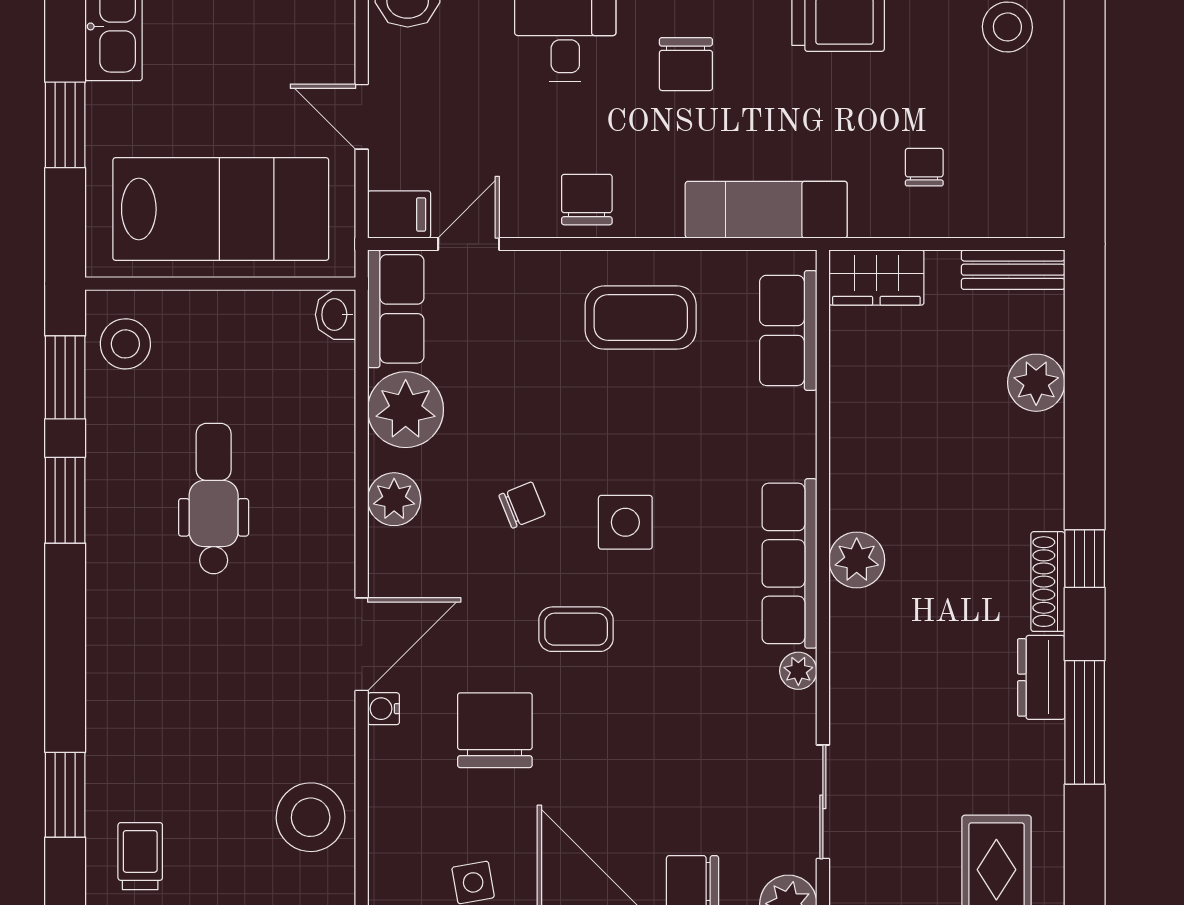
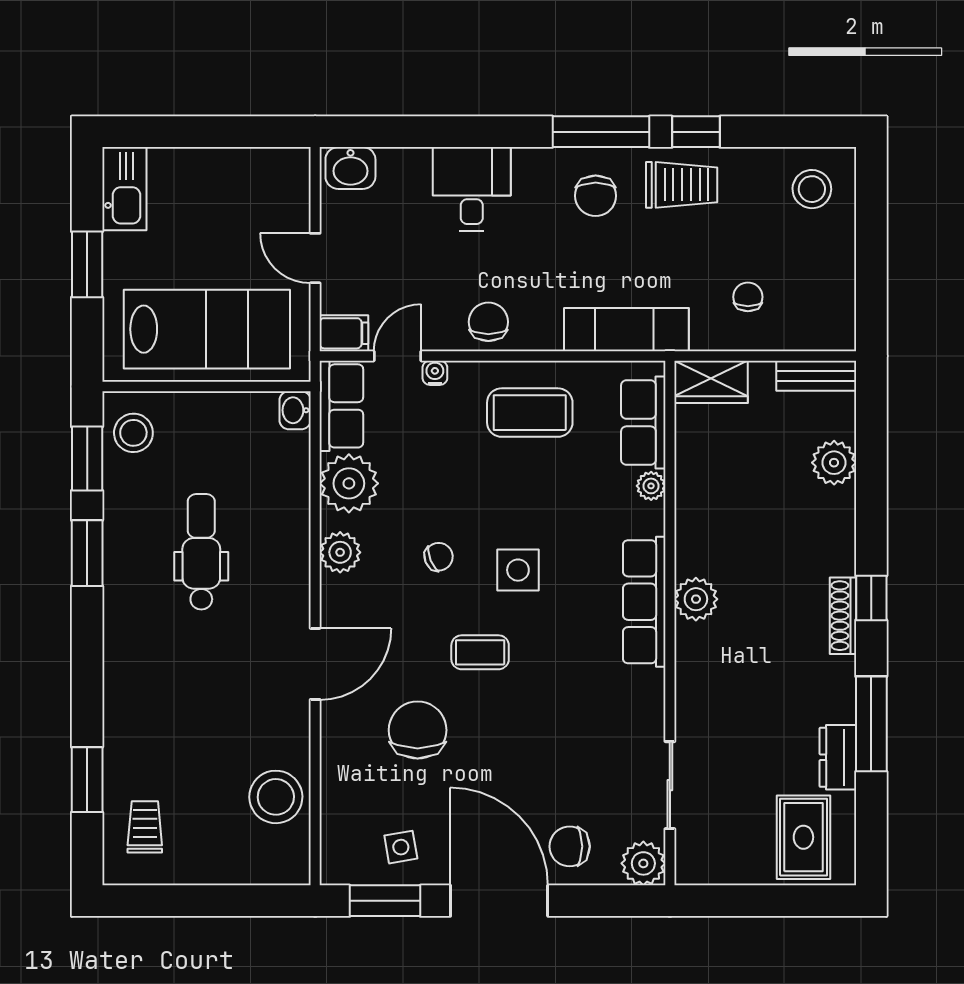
chair: (686, 64) -> (596, 196), moved
plant: (798, 671) -> (651, 486), moved
dresser: (1041, 677) -> (838, 757), moved
water cooler: (384, 709) -> (435, 373), moved, turned 90

